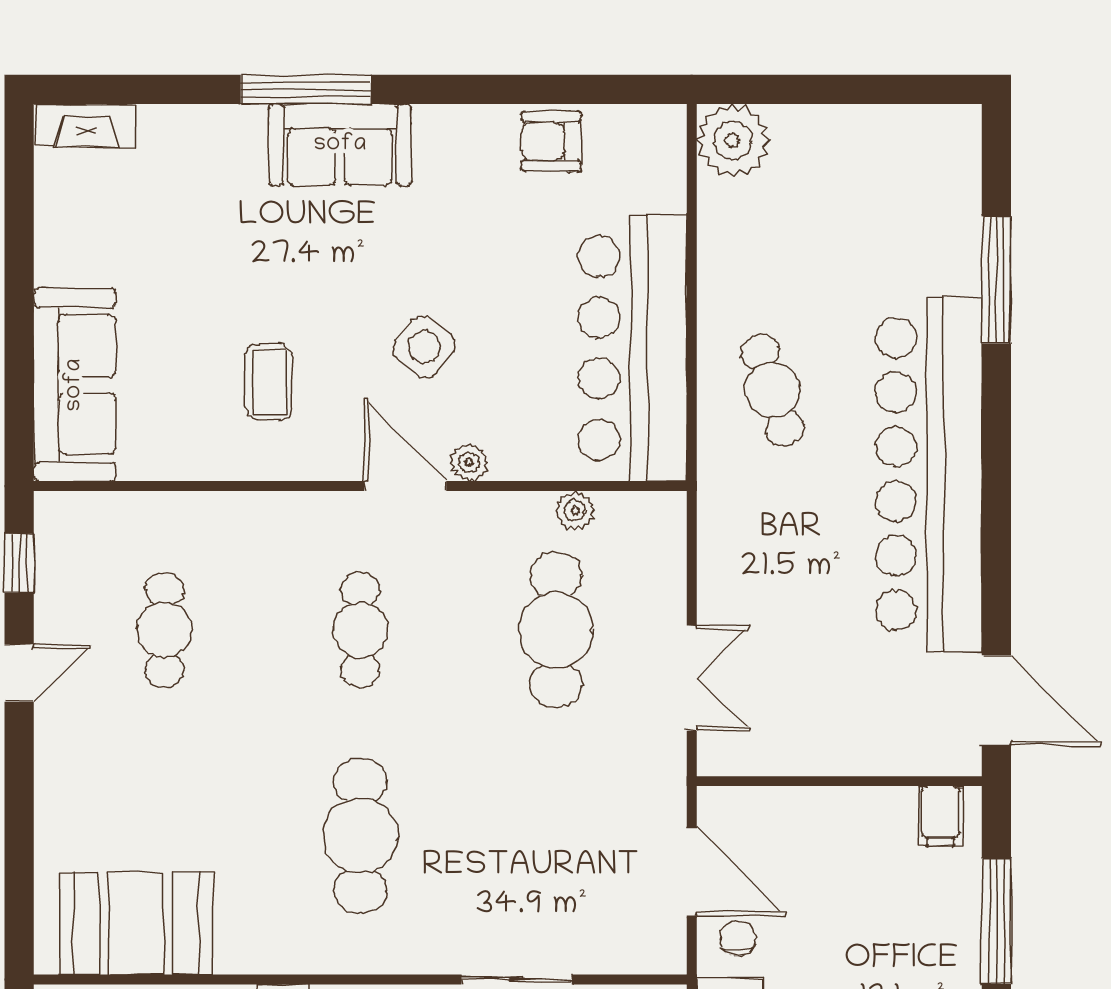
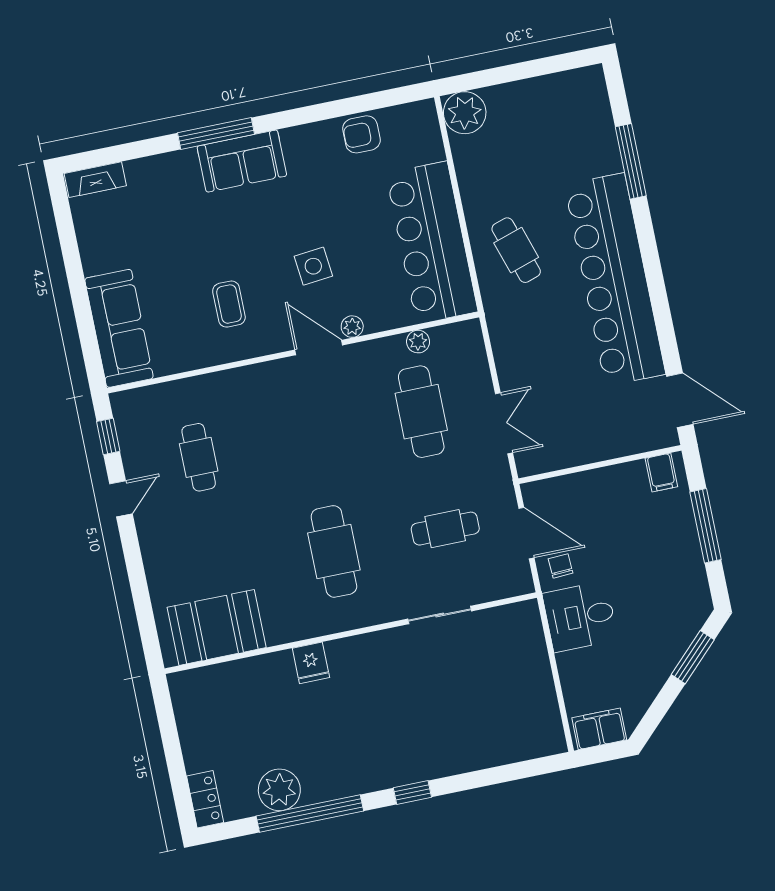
side table: (424, 347) -> (313, 266), turned 45
cafe table: (360, 630) -> (445, 529), moved, turned 90

